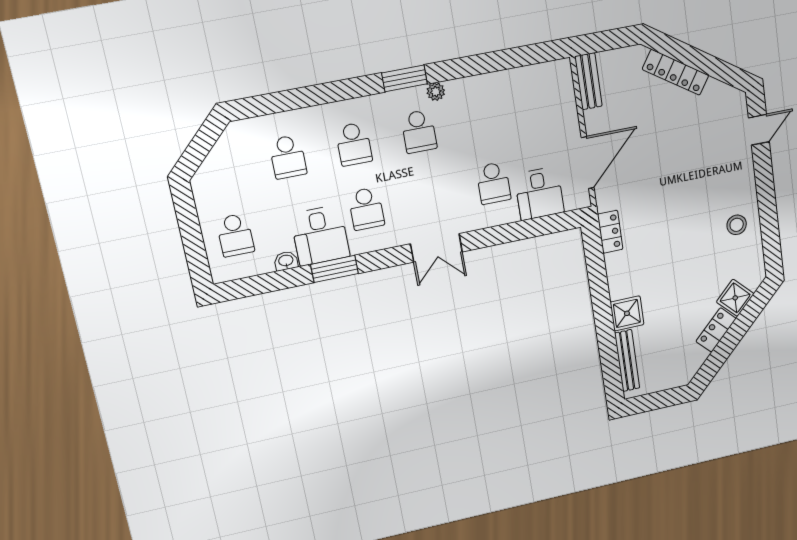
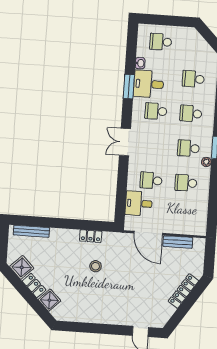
bench: (588, 81) -> (178, 242), moved
school desk: (483, 119) -> (186, 183), added
stool: (737, 225) -> (96, 266), moved
locker: (610, 232) -> (91, 236), moved
shower: (627, 313) -> (22, 267), moved, turned 45

